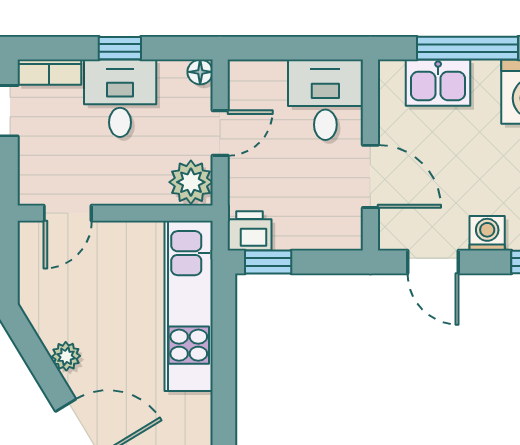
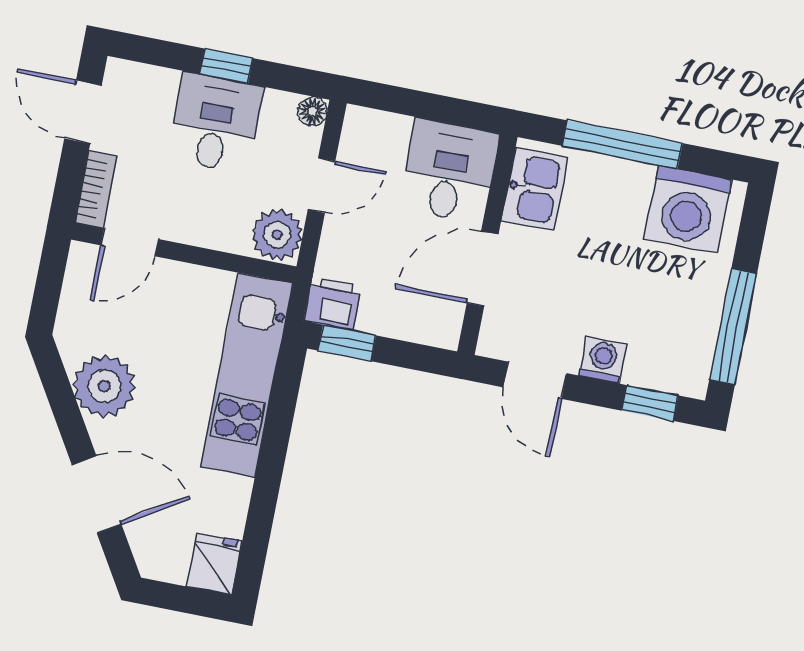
bookcase: (49, 72) -> (96, 189), moved, turned -90
kitchen sink: (438, 83) -> (535, 189), moved, turned -90
door: (370, 176) -> (483, 269), swing flipped
plant: (66, 356) -> (104, 386), width x1.87, depth x1.87

